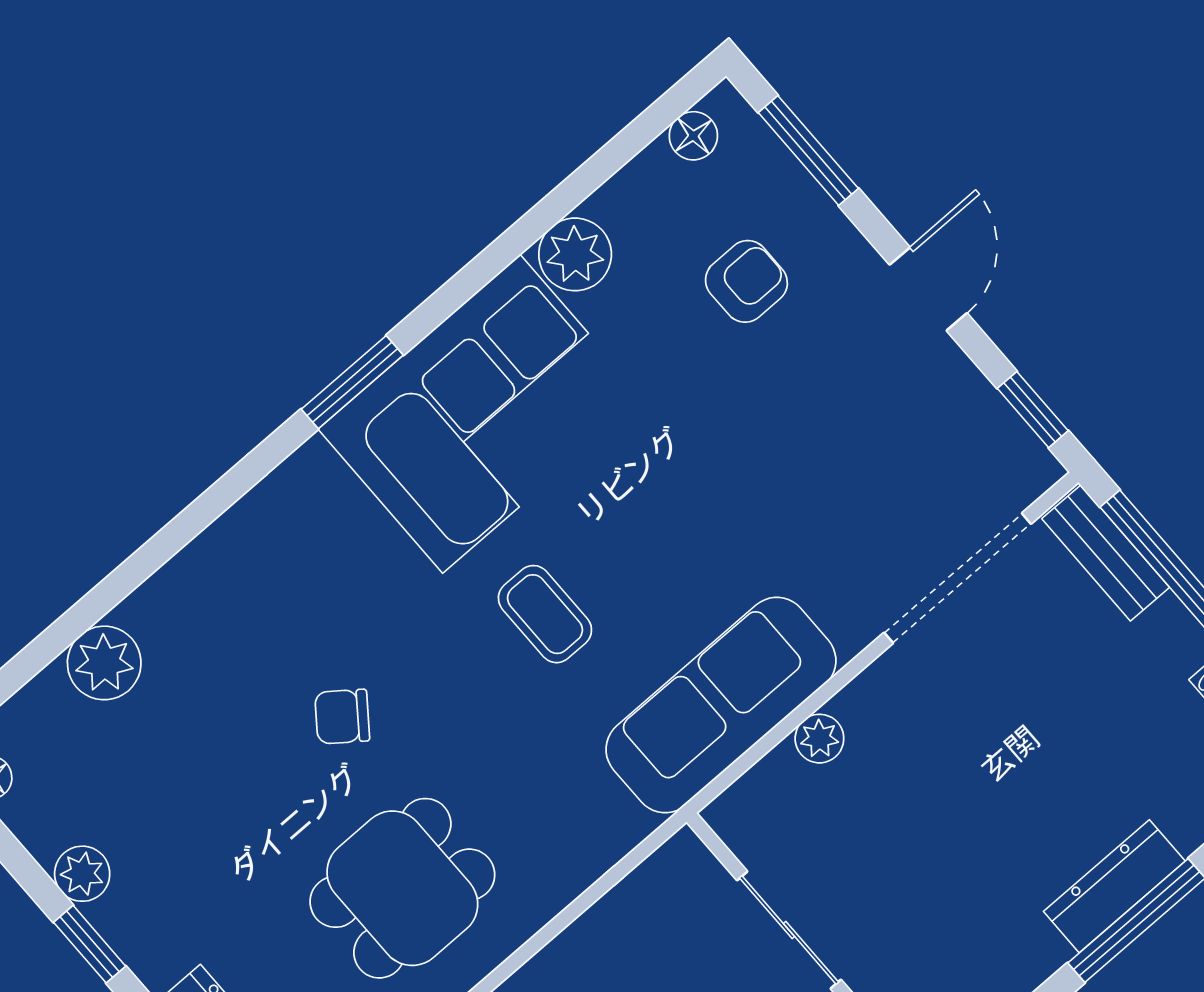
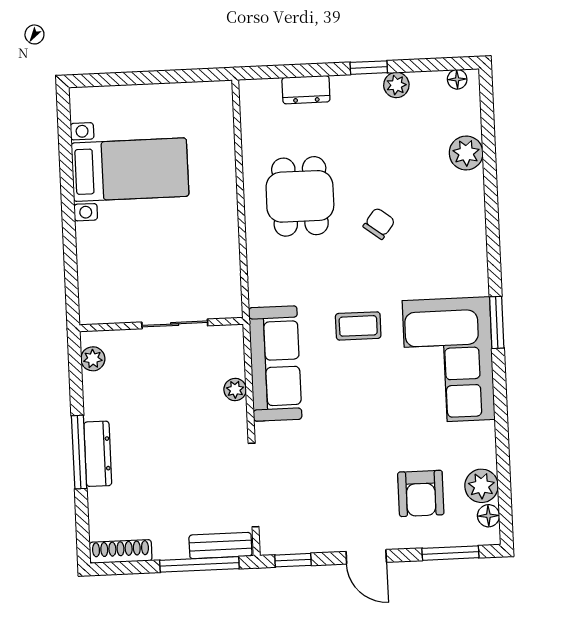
plant: (575, 254) -> (481, 486), moved
armchair: (746, 281) -> (421, 493), width x1.38, depth x1.38

